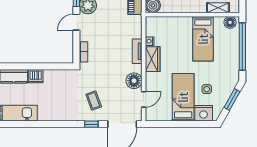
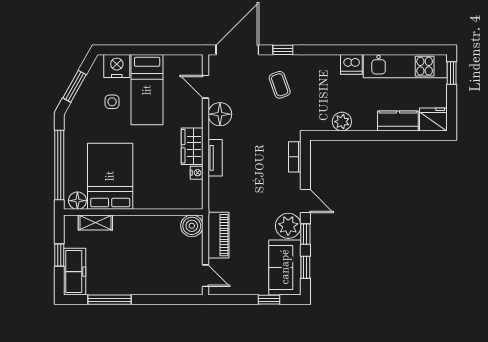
door: (76, 22) -> (305, 201), hinge flipped
bed: (203, 39) -> (110, 176), width x1.50
dishwasher: (36, 76) -> (351, 64), moved, turned 180
plant: (52, 76) -> (342, 122), added
door: (144, 99) -> (205, 87), hinge flipped

